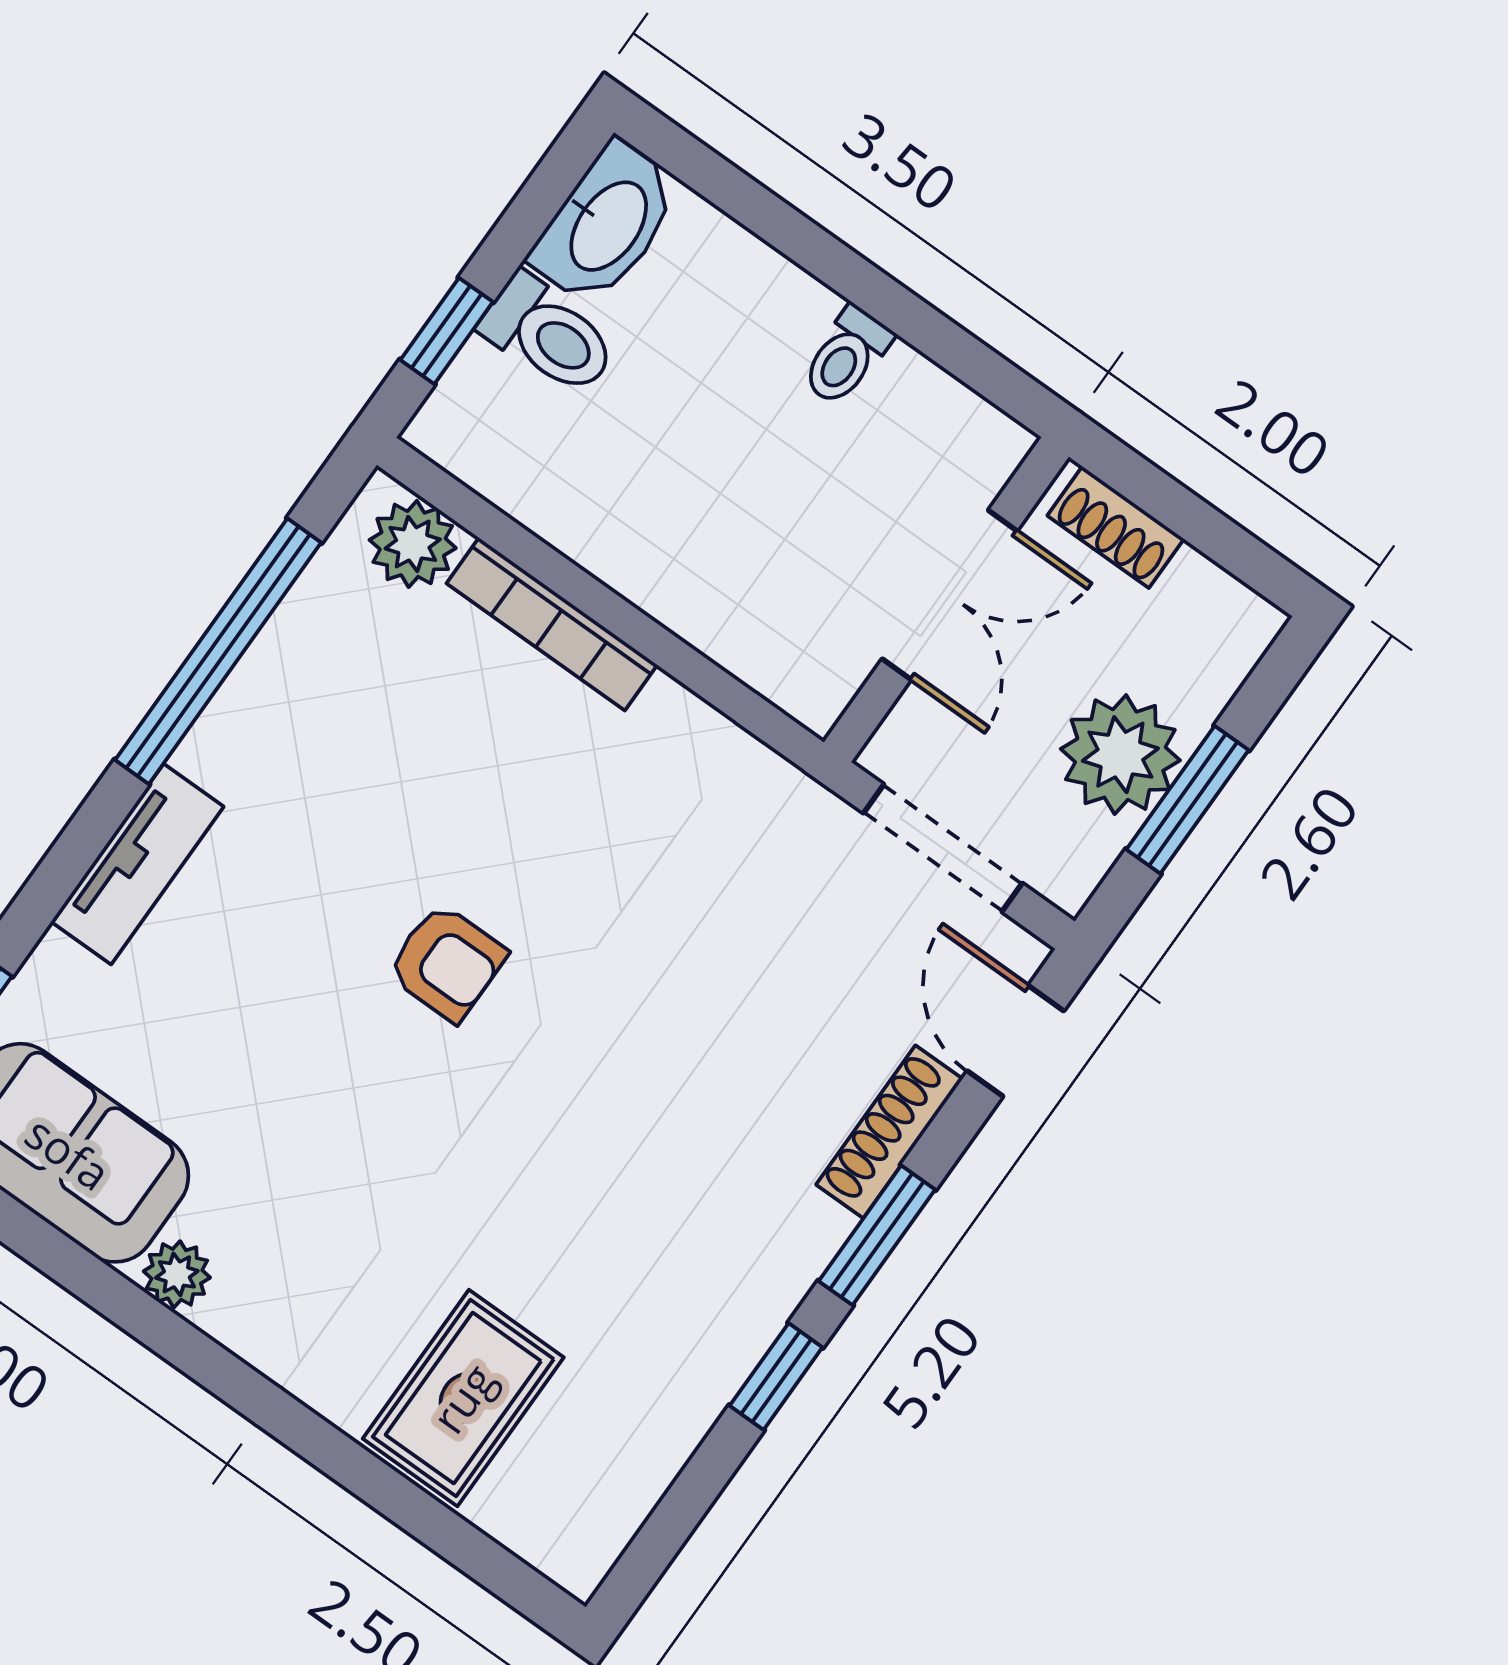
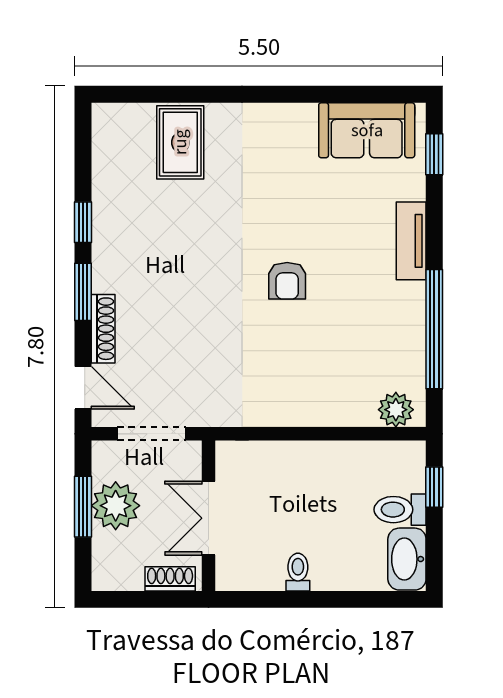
bookcase: (552, 624) -> (332, 416), removed
armchair: (447, 963) -> (287, 281), turned -90
plant: (177, 1274) -> (303, 116), removed

